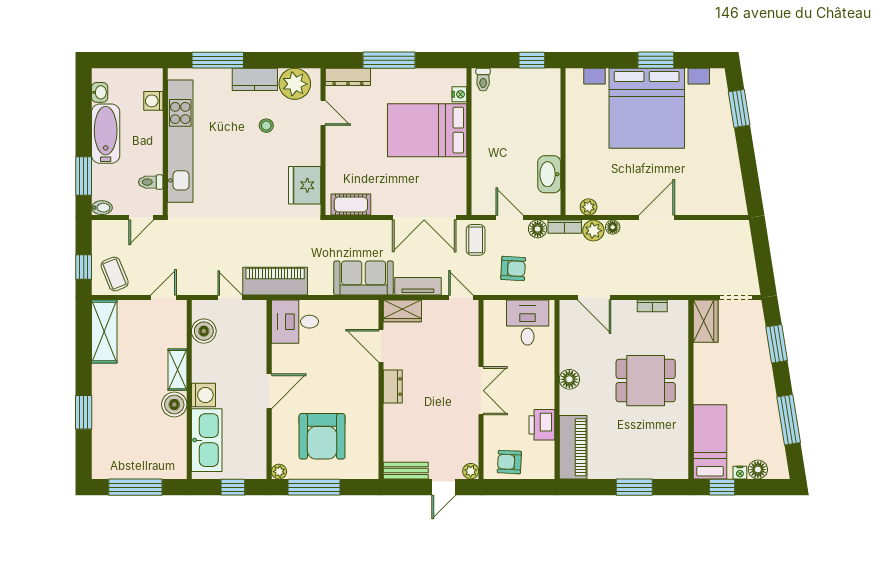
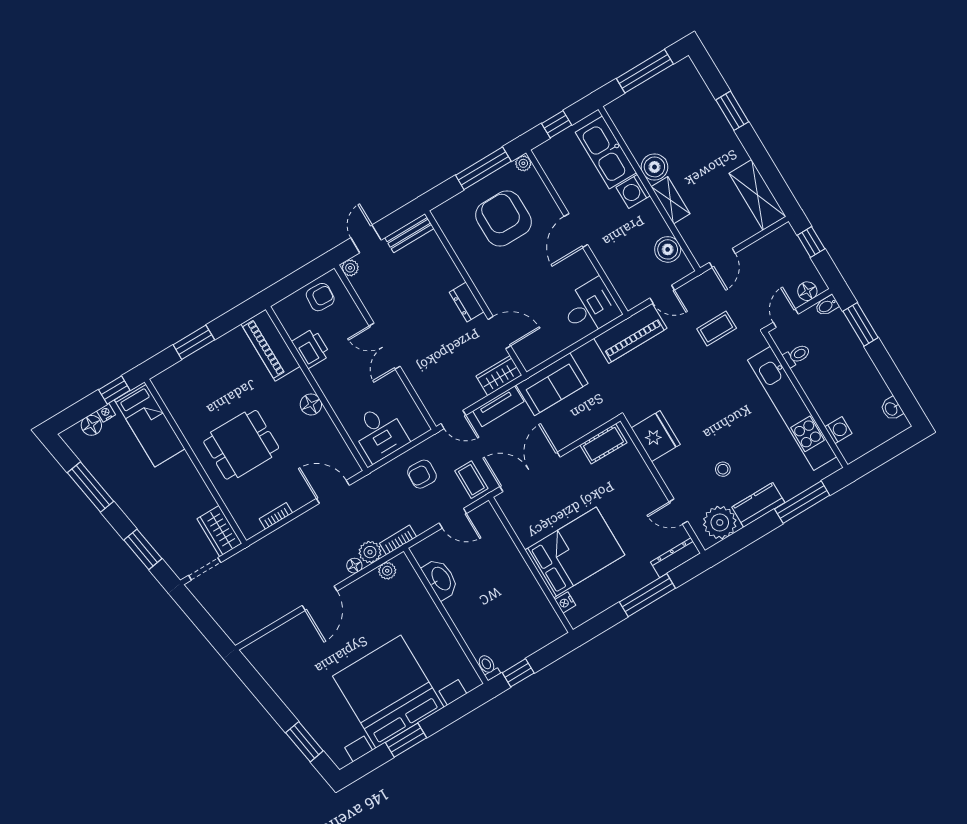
toilet: (483, 80) -> (488, 667), moved
bathtub: (106, 134) -> (864, 375), removed
floor lamp: (538, 229) -> (807, 291), moved
coffee table: (115, 274) -> (717, 328), moved, turned -68

